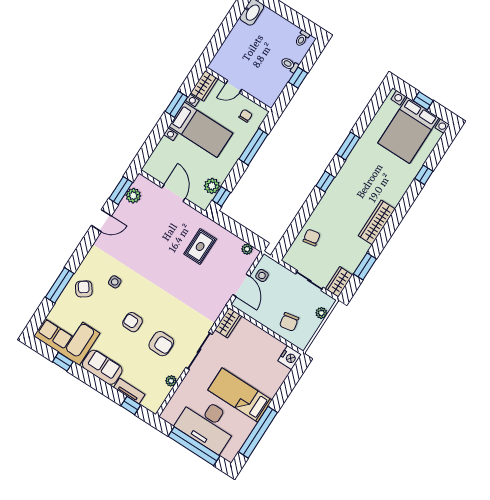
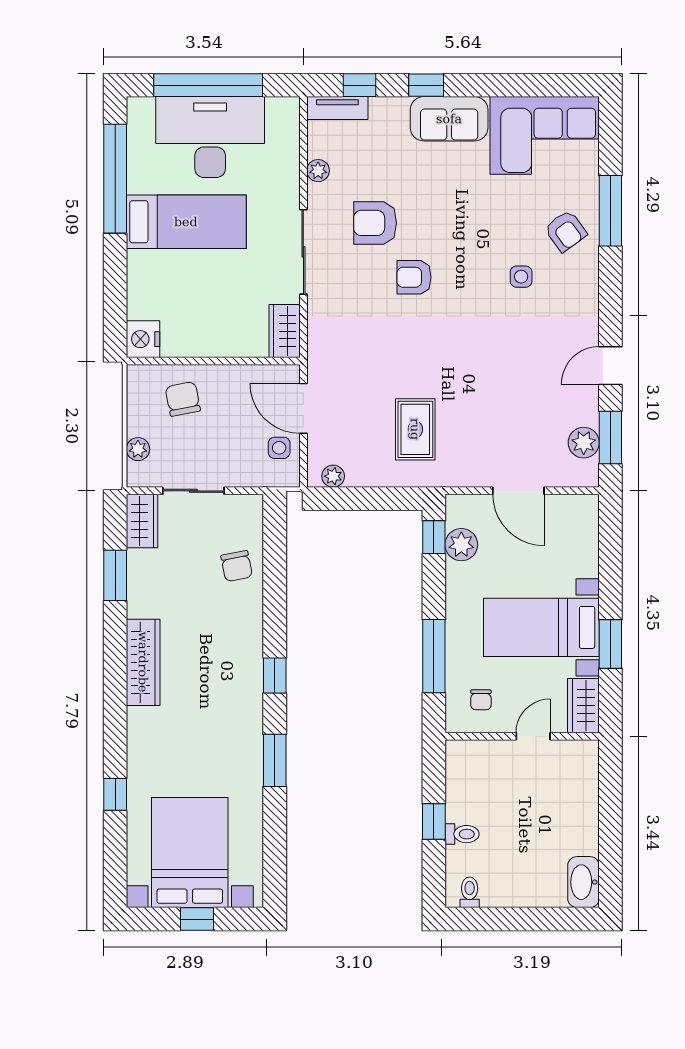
armchair: (132, 322) -> (414, 277), moved, turned 180
window: (63, 362) -> (426, 85), moved
tv unit: (129, 391) -> (337, 108), moved

